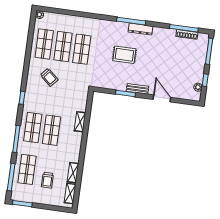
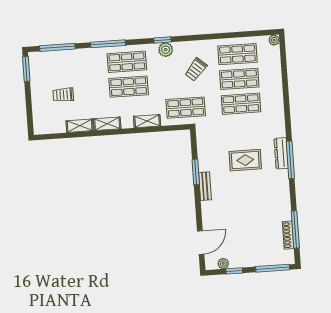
dresser: (140, 29) -> (281, 153), moved
rug: (124, 55) -> (245, 160), turned 90
plant: (30, 97) -> (166, 50), added
door: (162, 98) -> (201, 242), moved
shop shelf: (27, 169) -> (186, 108), moved
shelving: (70, 193) -> (107, 124), moved

